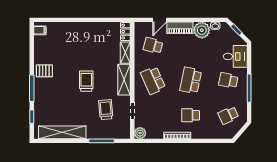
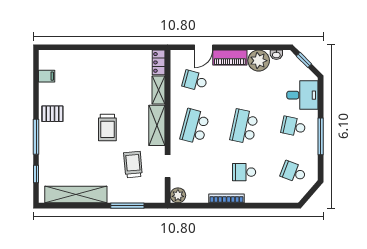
filing cabinet: (40, 30) -> (47, 76), moved
school desk: (153, 80) -> (195, 126), turned 39
trolley: (86, 81) -> (107, 127), turned 180
school desk: (228, 115) -> (293, 172), turned 45

